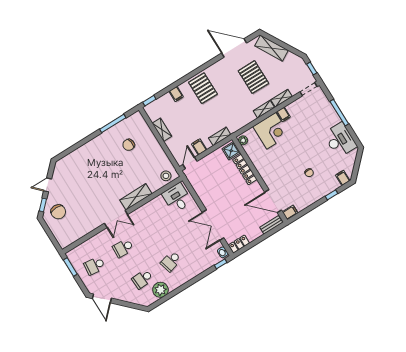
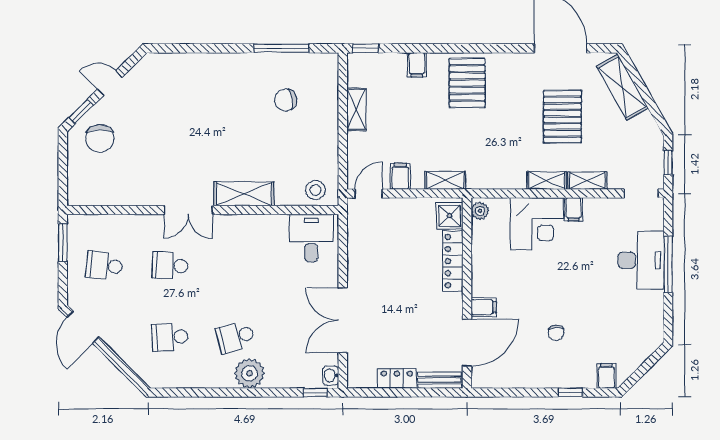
desk: (340, 140) -> (641, 260), moved
door: (273, 201) -> (467, 343), swing flipped
filing cabinet: (290, 212) -> (484, 307), moved
locker: (239, 244) -> (397, 378), moved
plant: (160, 290) -> (249, 373), moved

